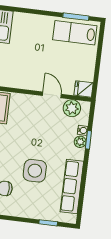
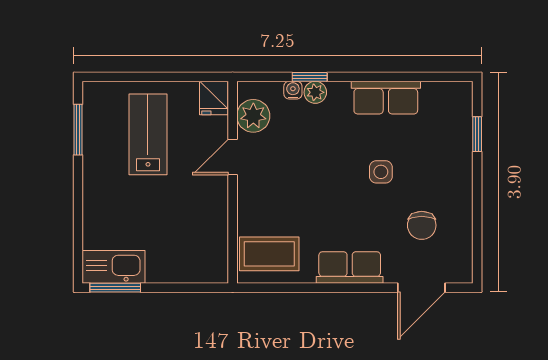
lab bench: (75, 33) -> (148, 134), moved, turned 180
side table: (35, 171) -> (381, 172), width x0.54, depth x0.54
row of seats: (72, 186) -> (386, 98), width x0.68

